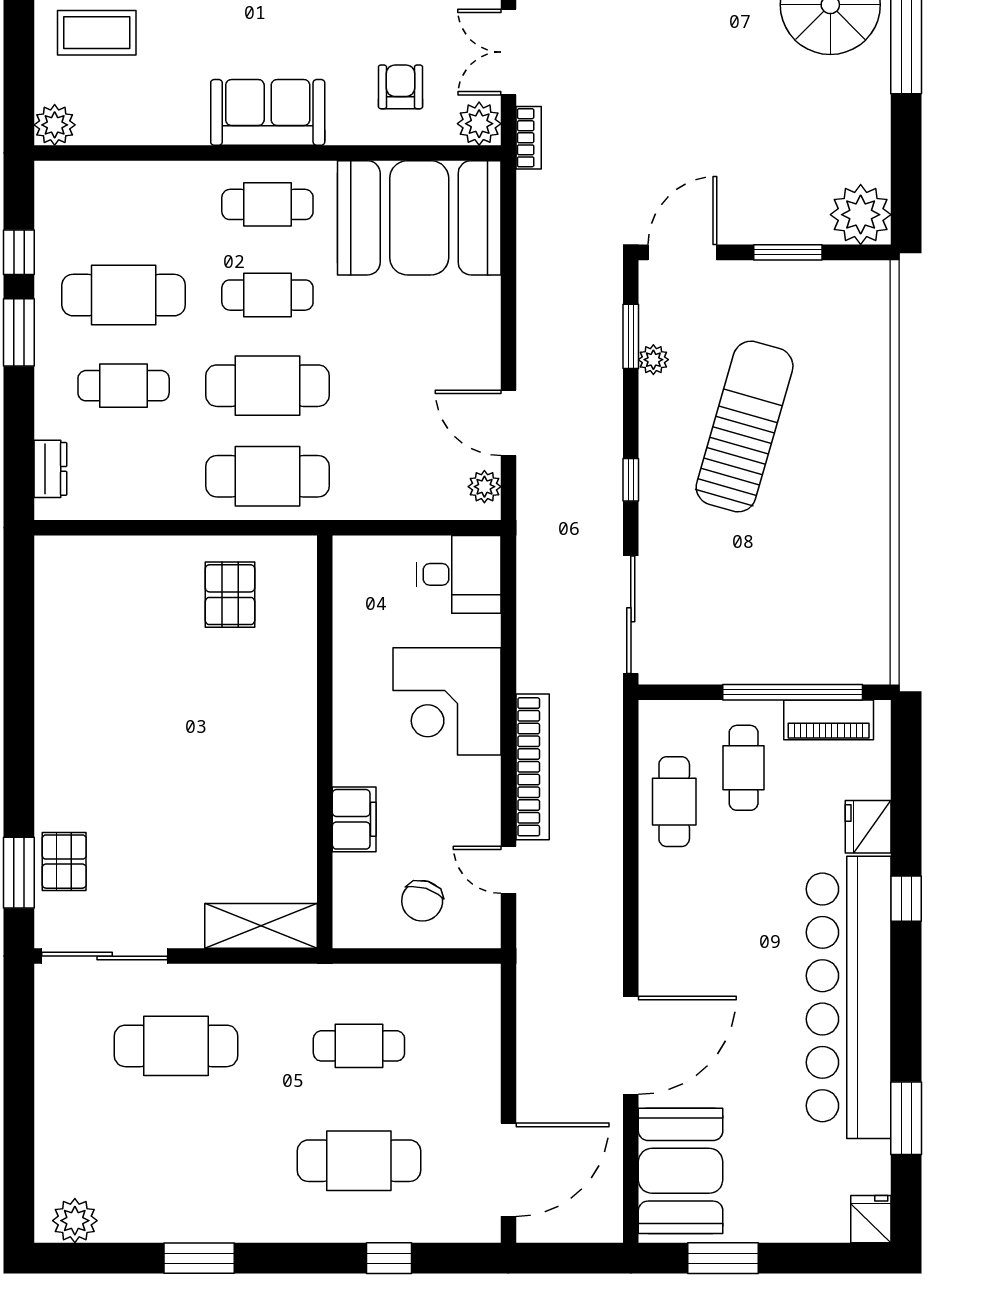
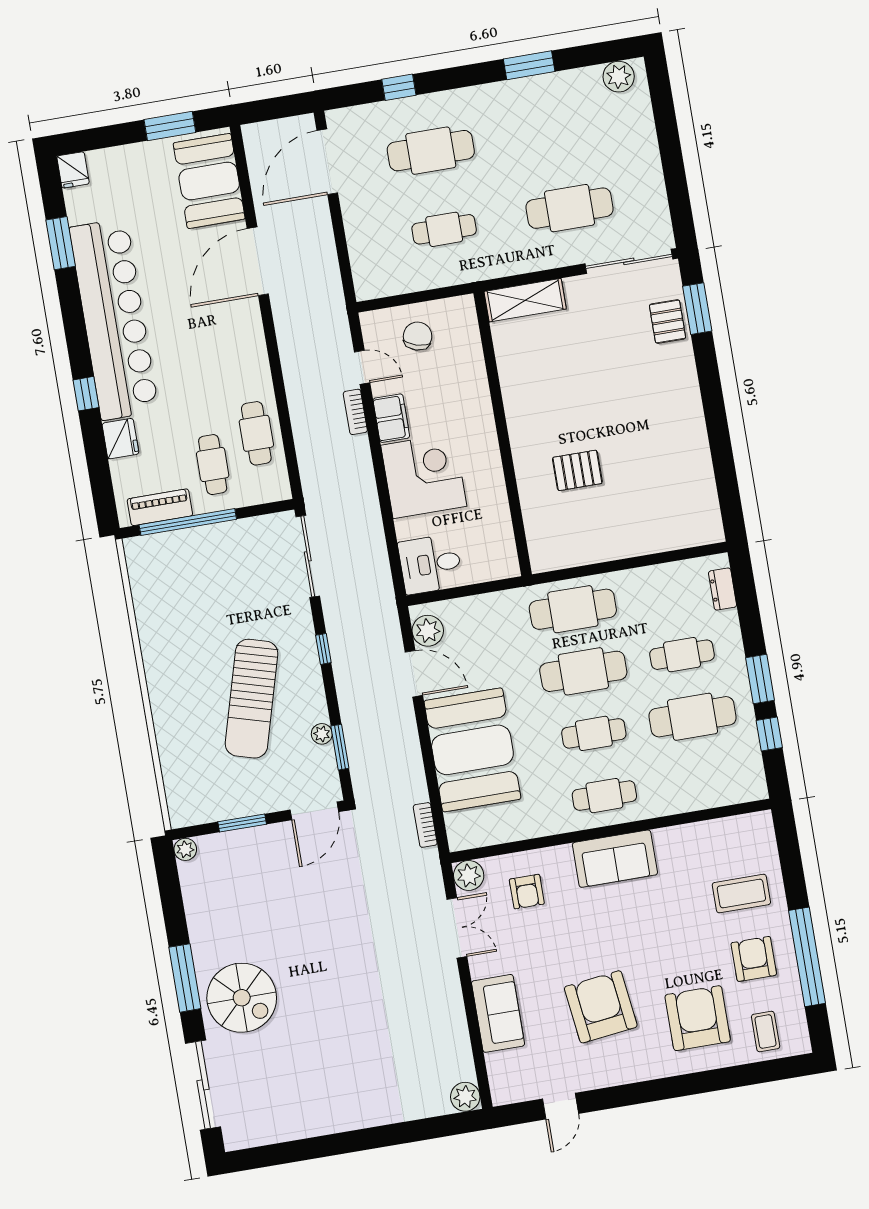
plant: (55, 125) -> (760, 825), removed
bookcase: (529, 138) -> (425, 825), moved
plant: (861, 215) -> (185, 849), width x0.53, depth x0.53
booth: (419, 218) -> (472, 750), moved, turned 90
plant: (484, 487) -> (428, 631), width x1.38, depth x1.38
pallet: (230, 595) -> (577, 470), moved, turned 90
bookcase: (533, 767) -> (355, 412), width x0.43, depth x0.76
filing cabinet: (354, 819) -> (391, 418), moved, turned 180

